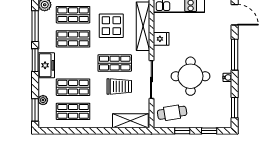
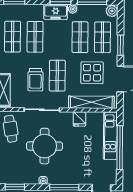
plant: (43, 100) -> (73, 9), moved

